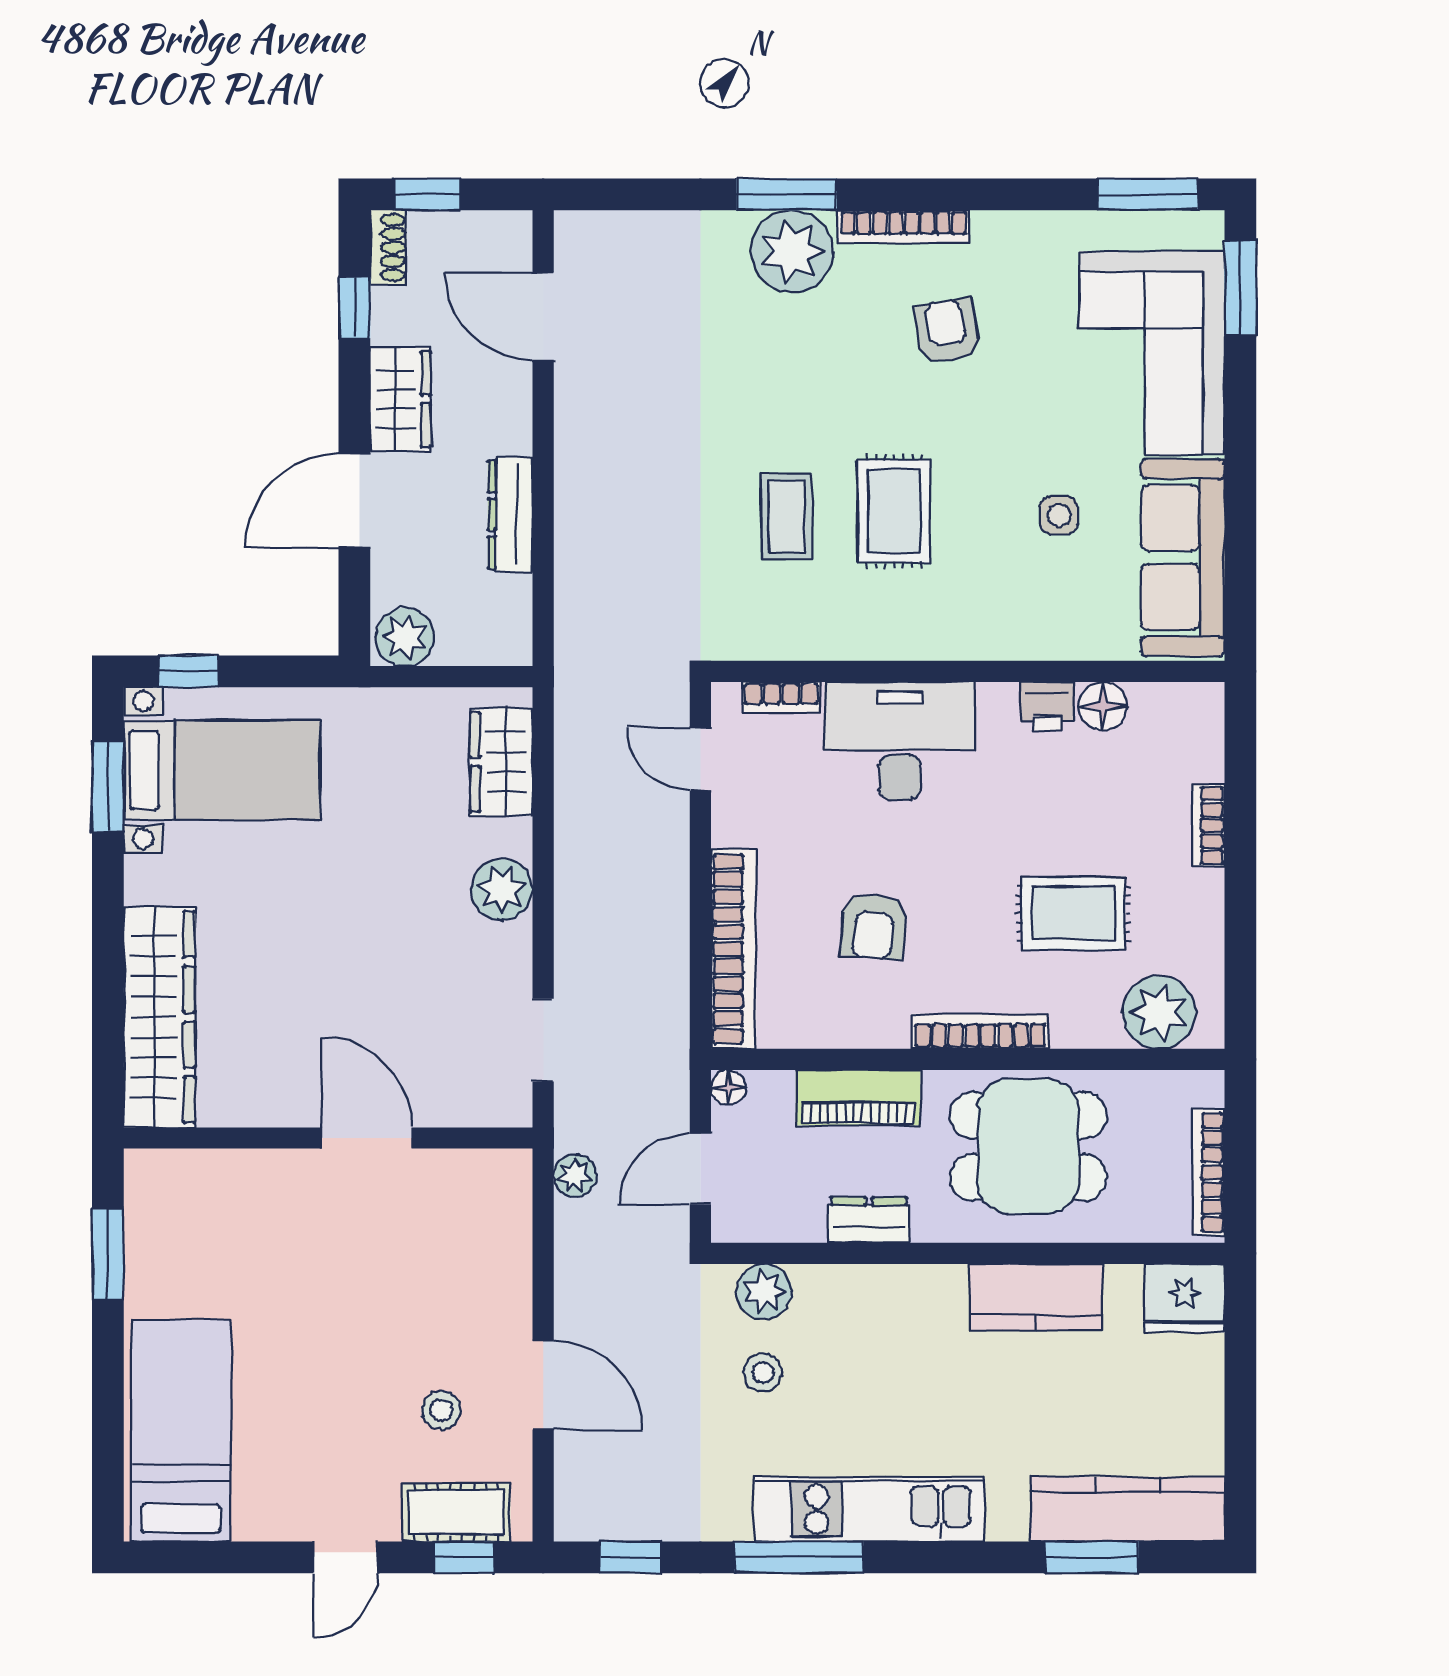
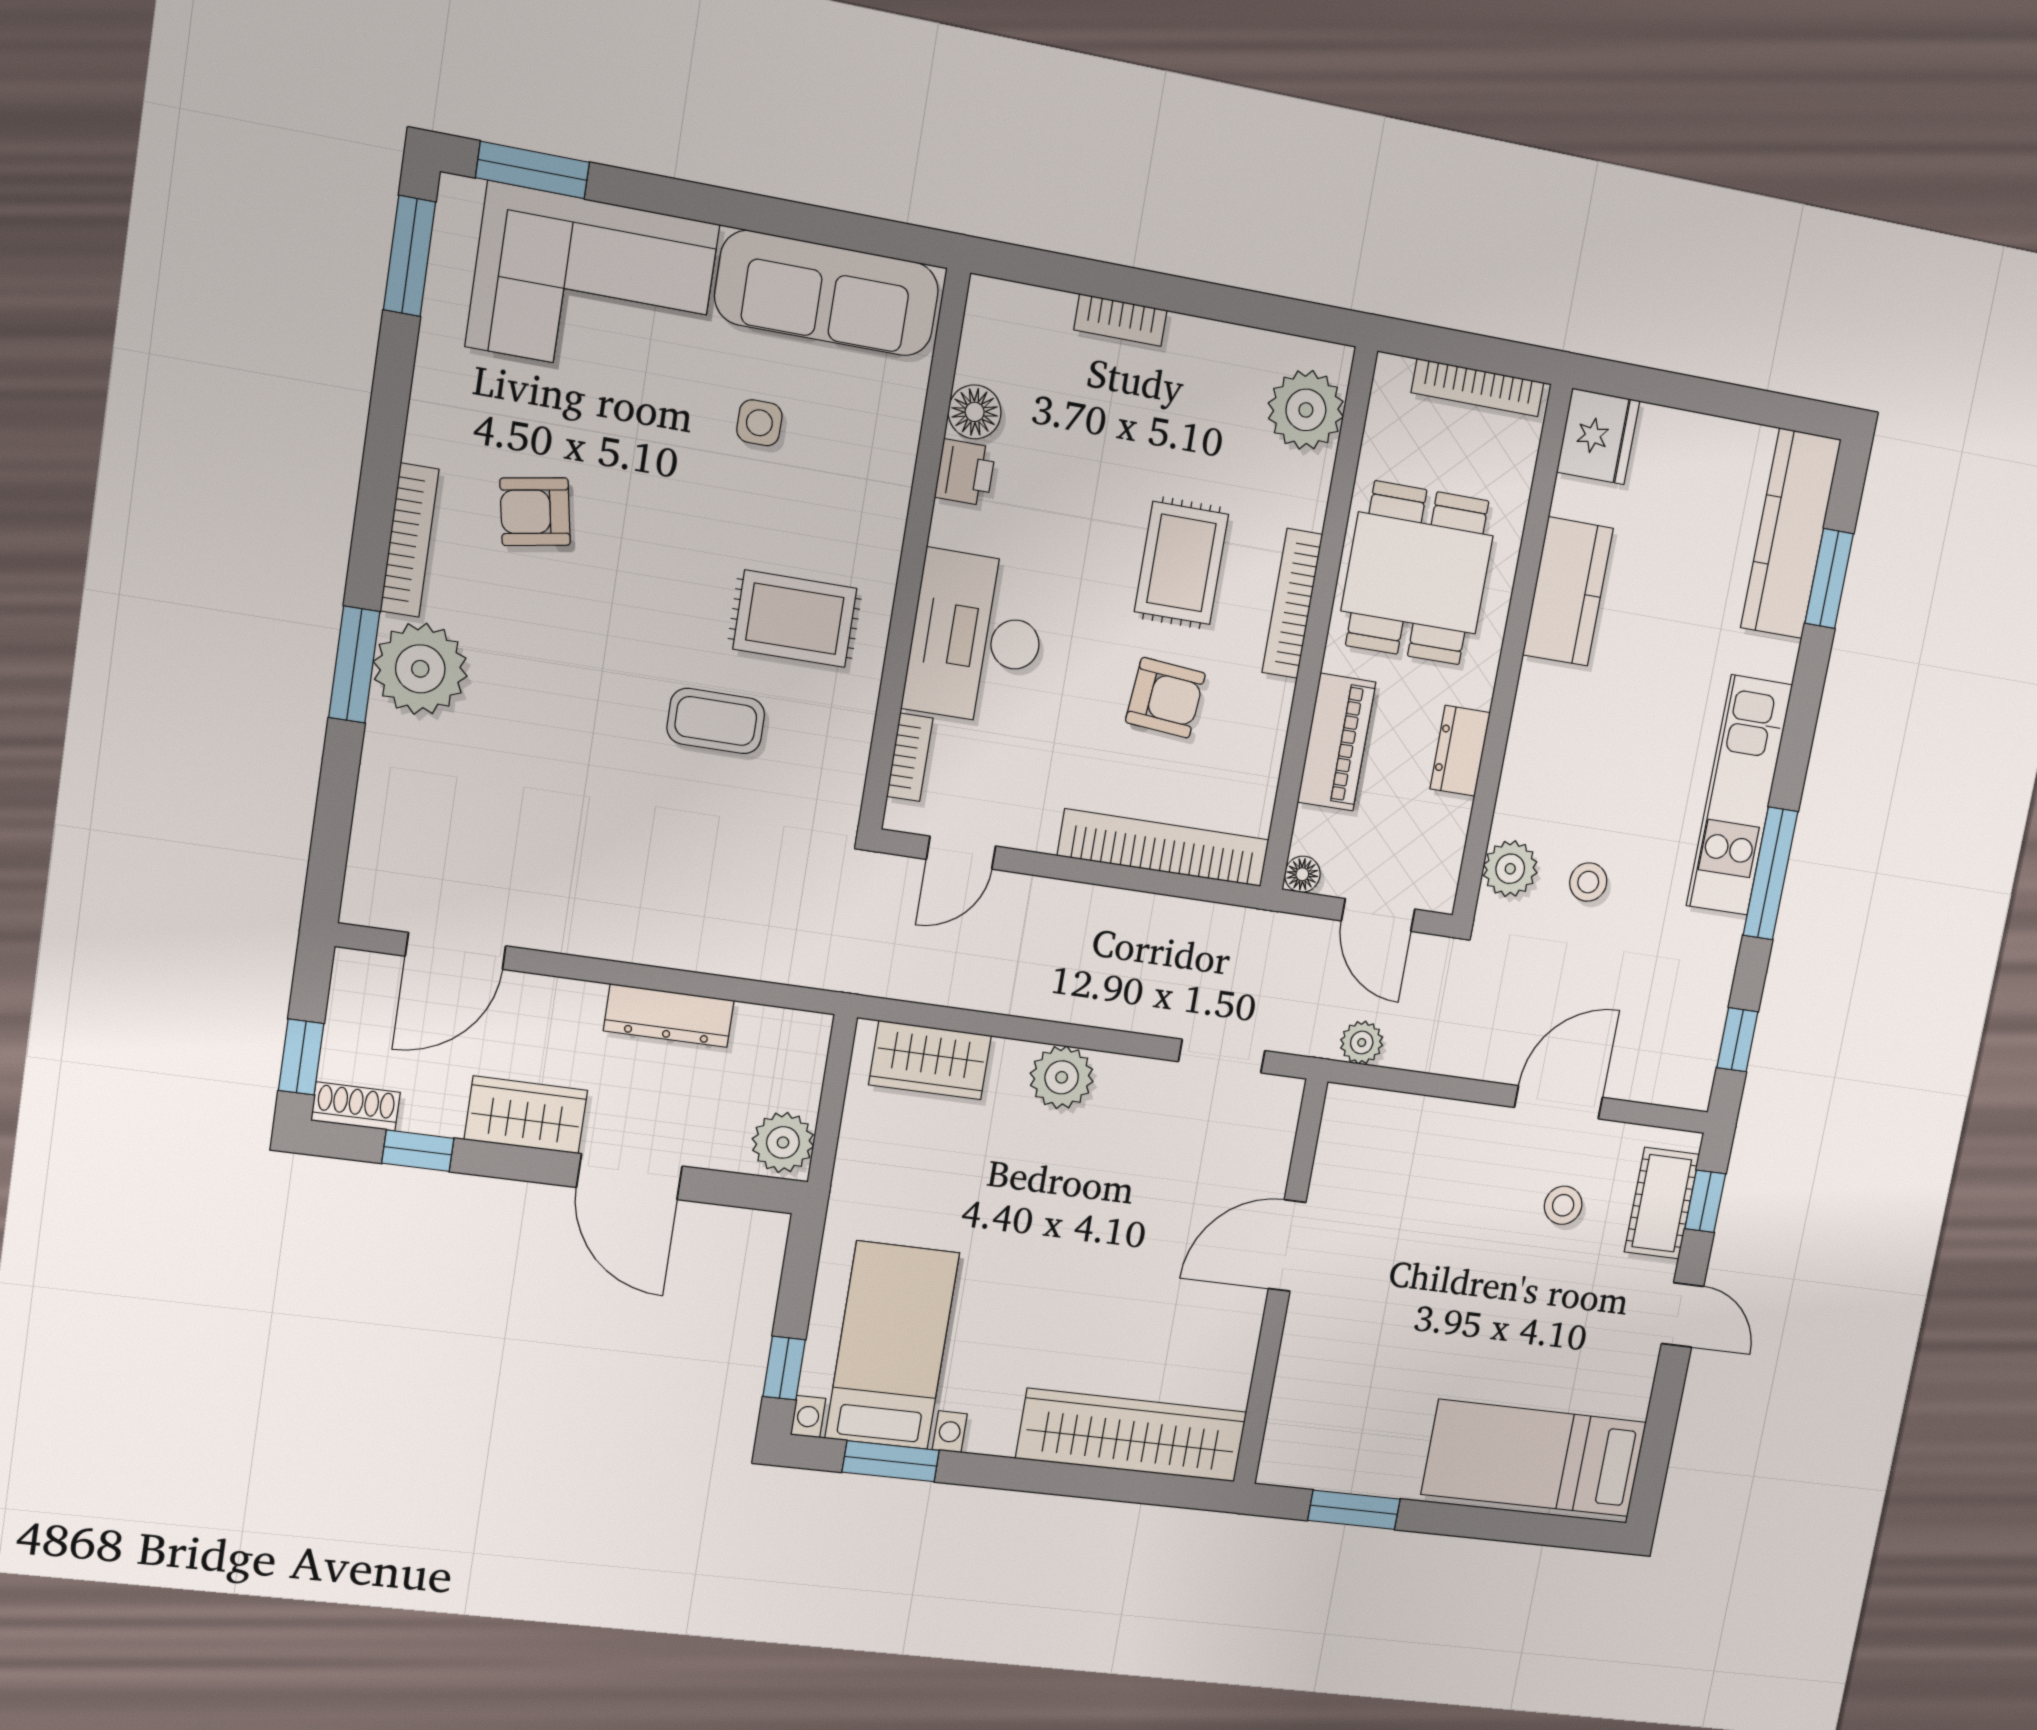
rug: (894, 511) -> (795, 619), moved
rug: (1073, 913) -> (1181, 563), moved

